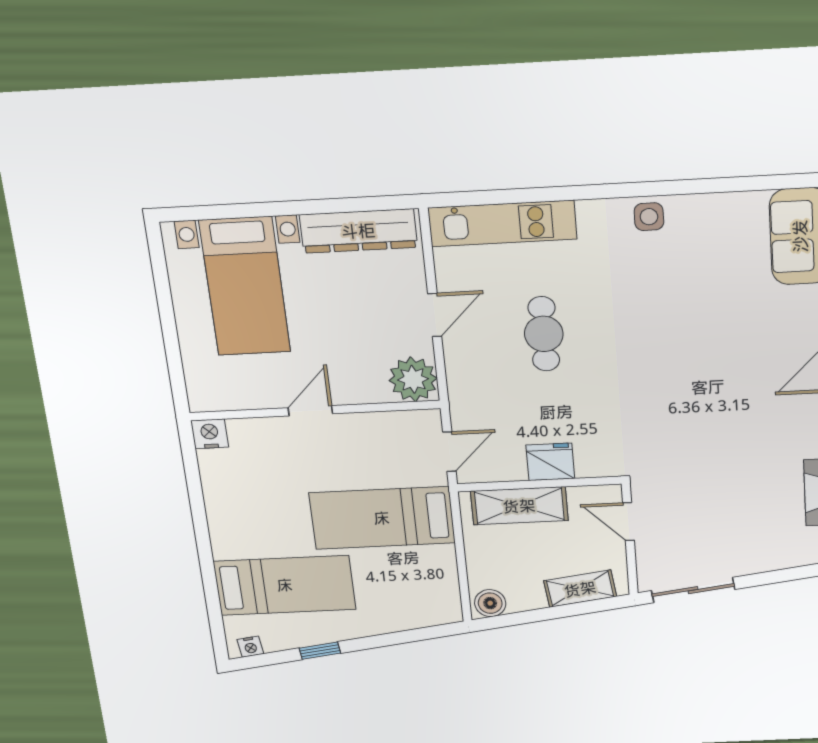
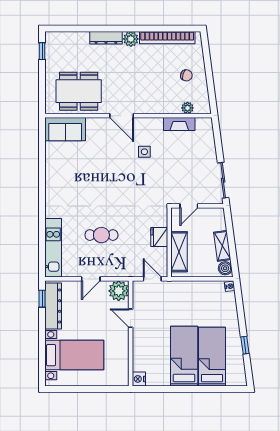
window: (374, 204) -> (42, 299), added
side table: (649, 217) -> (144, 152), moved
door: (435, 315) -> (91, 279), swing flipped
door: (310, 411) -> (131, 318), moved
bed: (382, 518) -> (184, 356), moved, turned 180
shelving: (580, 589) -> (222, 246), moved
nightstand: (250, 647) -> (230, 286), moved

